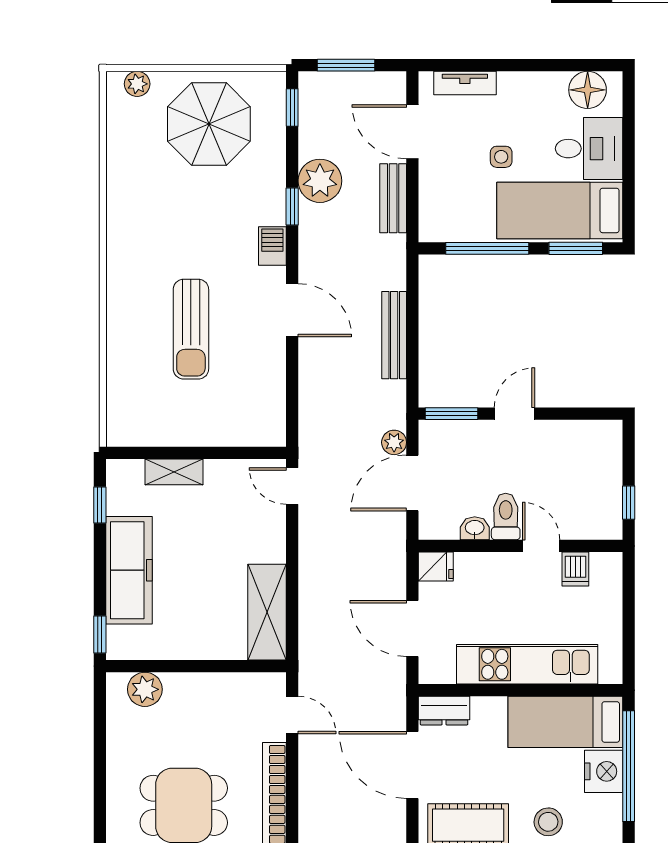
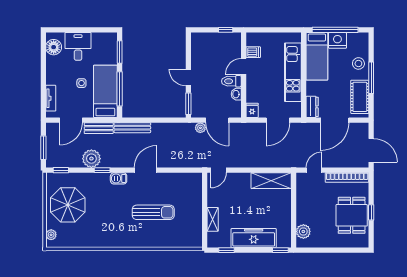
bed: (560, 210) -> (105, 91), moved, turned 180
bench: (394, 335) -> (132, 128), moved

